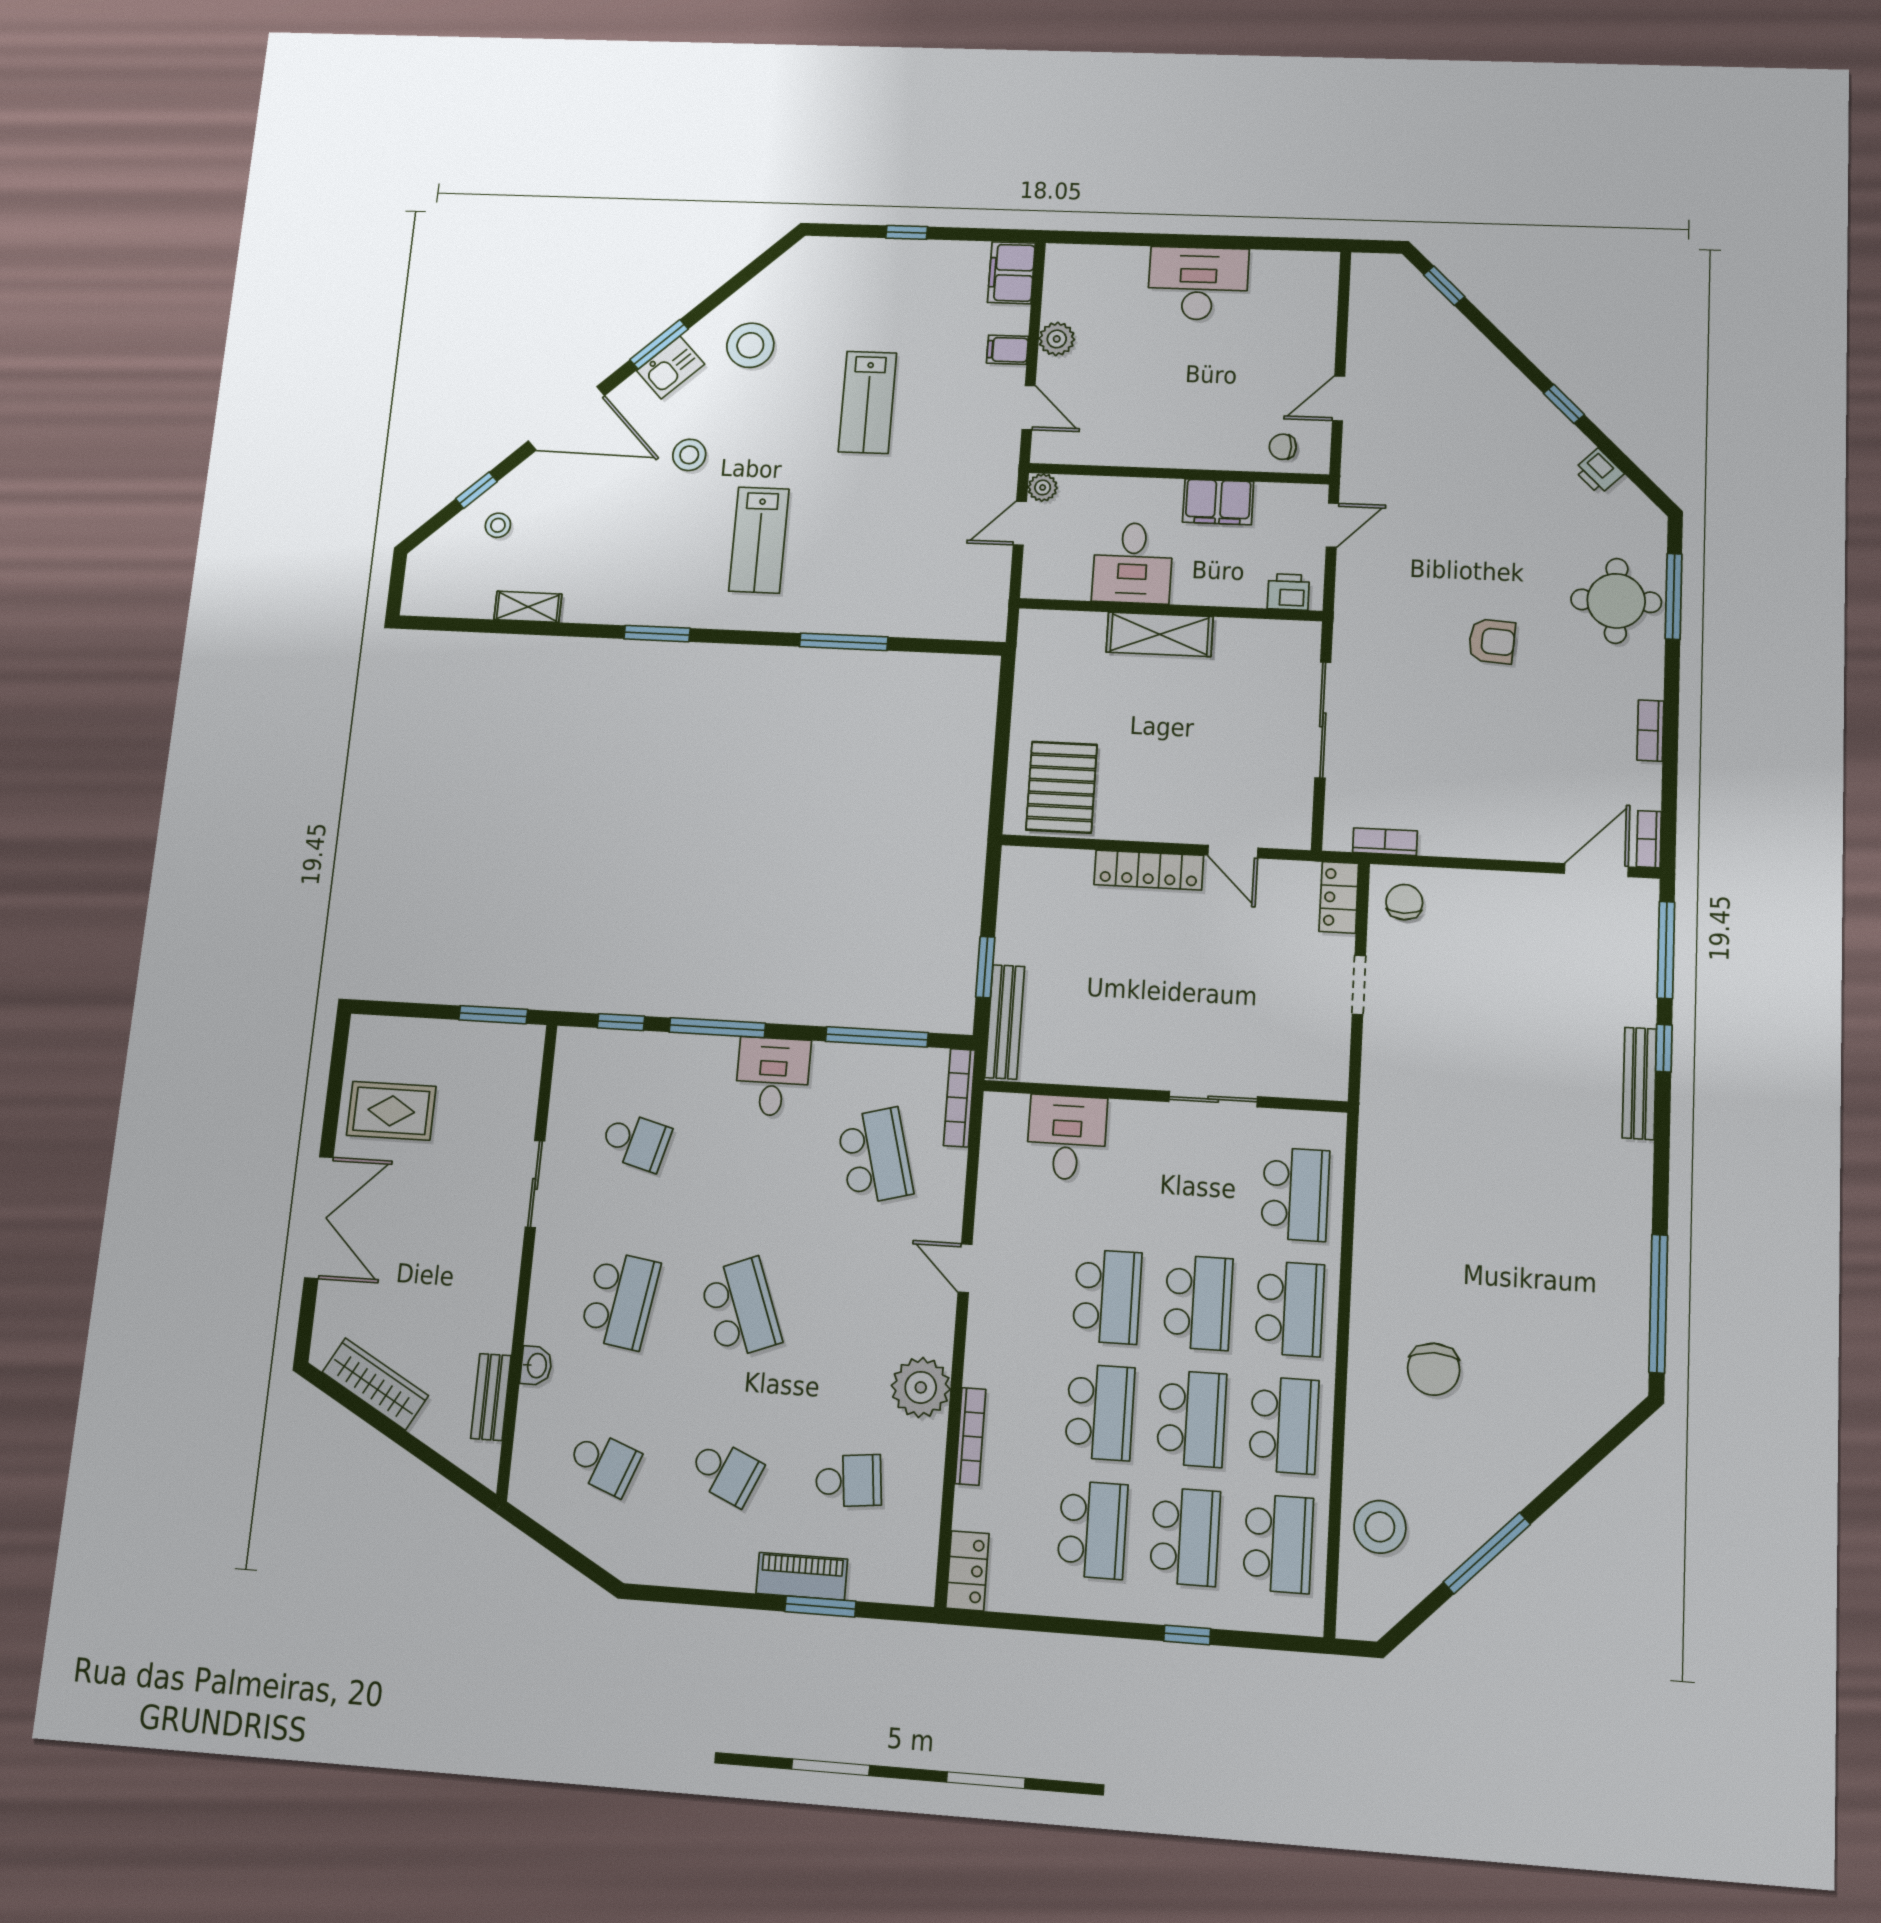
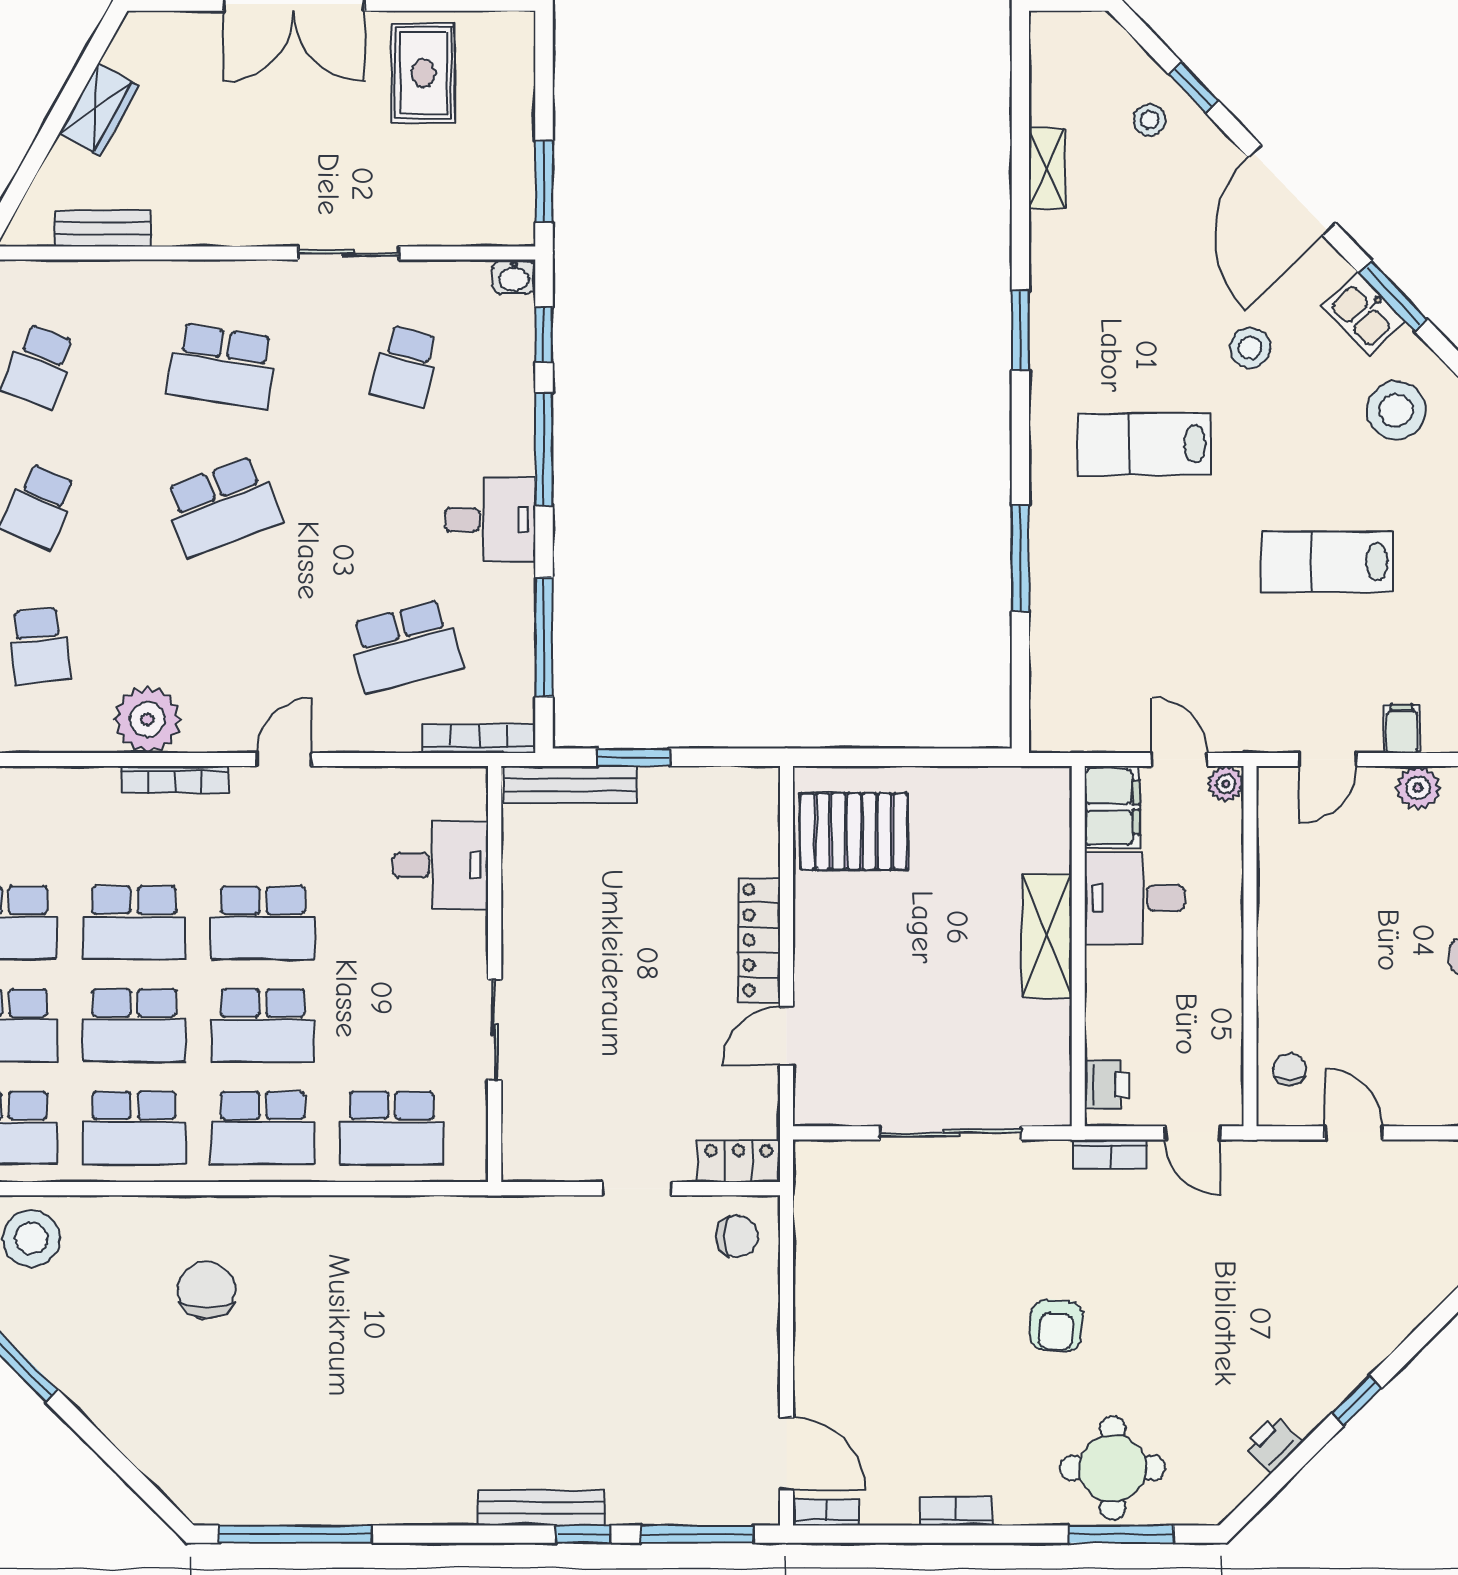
filing cabinet: (1218, 502) -> (1112, 807), moved, turned 180
bookcase: (1385, 842) -> (1110, 1154), moved, turned 90
washbasin: (536, 1366) -> (514, 277), moved
chair: (1434, 1369) -> (207, 1290), turned 90
wardrobe: (375, 1384) -> (99, 110), width x0.67
bookcase: (970, 1436) -> (175, 780), moved

